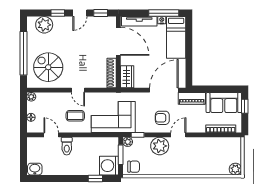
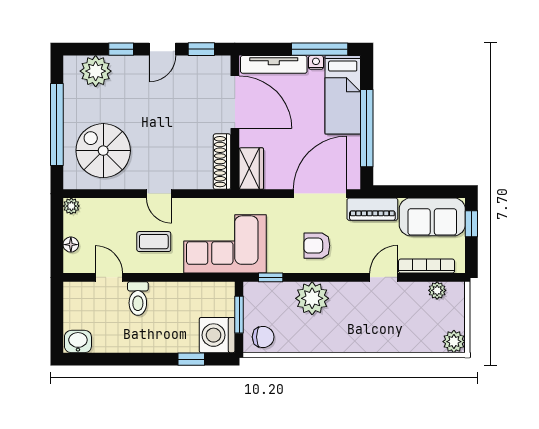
window: (189, 55) -> (367, 128), added
door: (178, 135) -> (384, 277), moved
plant: (128, 142) -> (437, 290), moved

